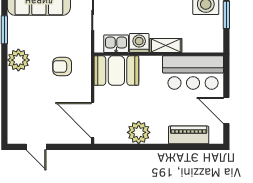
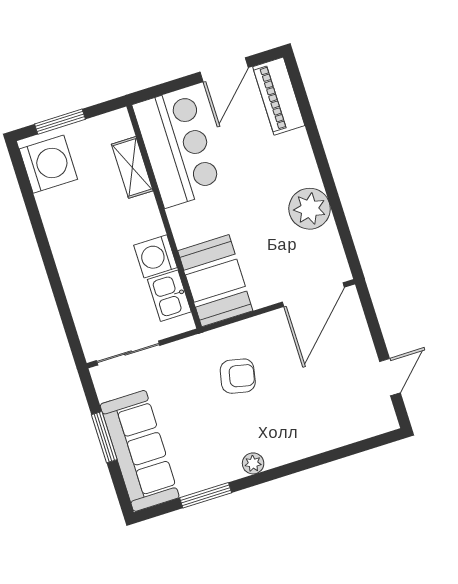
shelving: (166, 45) -> (132, 167), moved
plant: (18, 60) -> (253, 463), width x0.53, depth x0.53
armchair: (62, 67) -> (238, 376), turned -78
piano: (189, 135) -> (279, 96), moved

